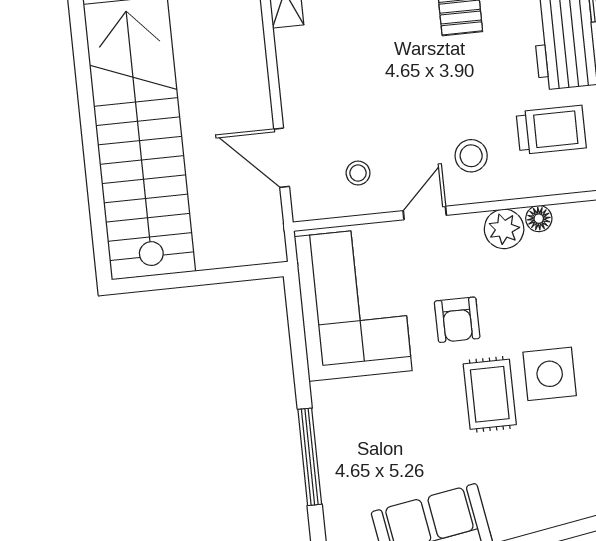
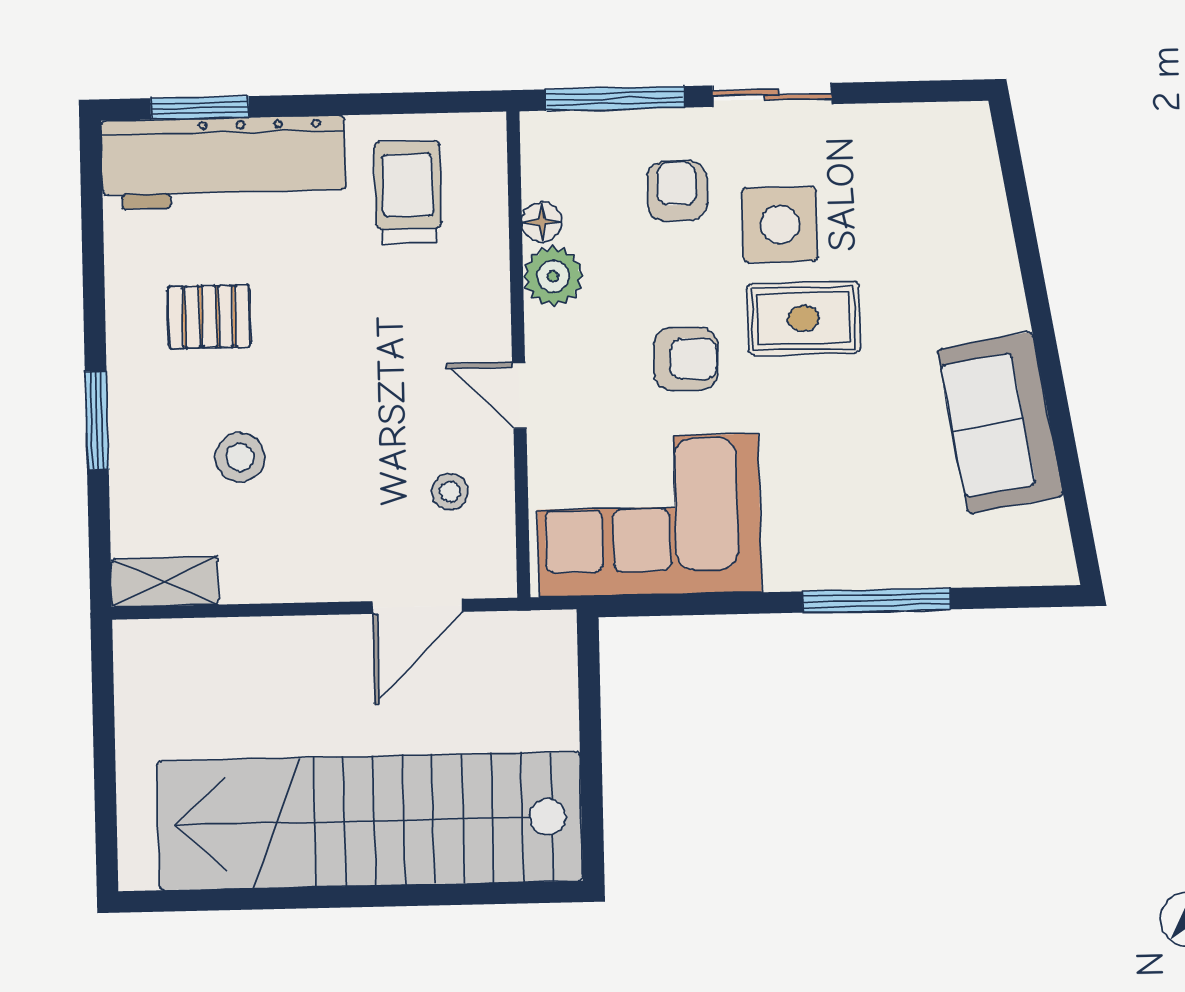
stool: (471, 156) -> (240, 457), moved
armchair: (566, 305) -> (677, 191), added

